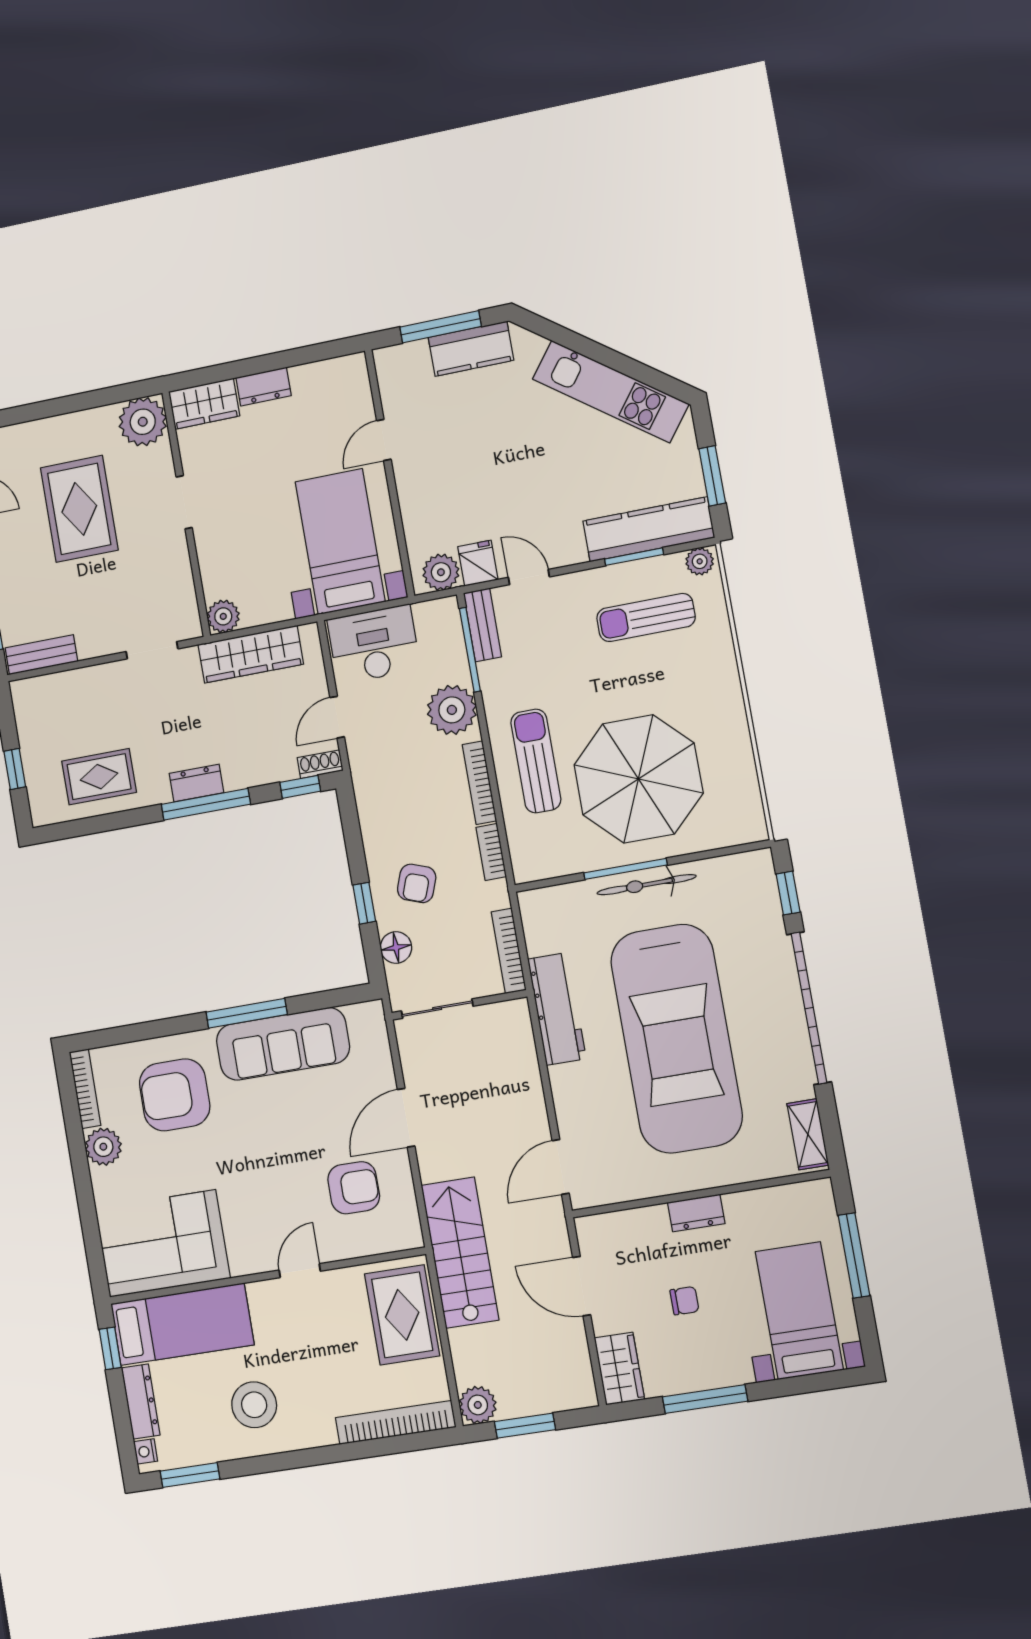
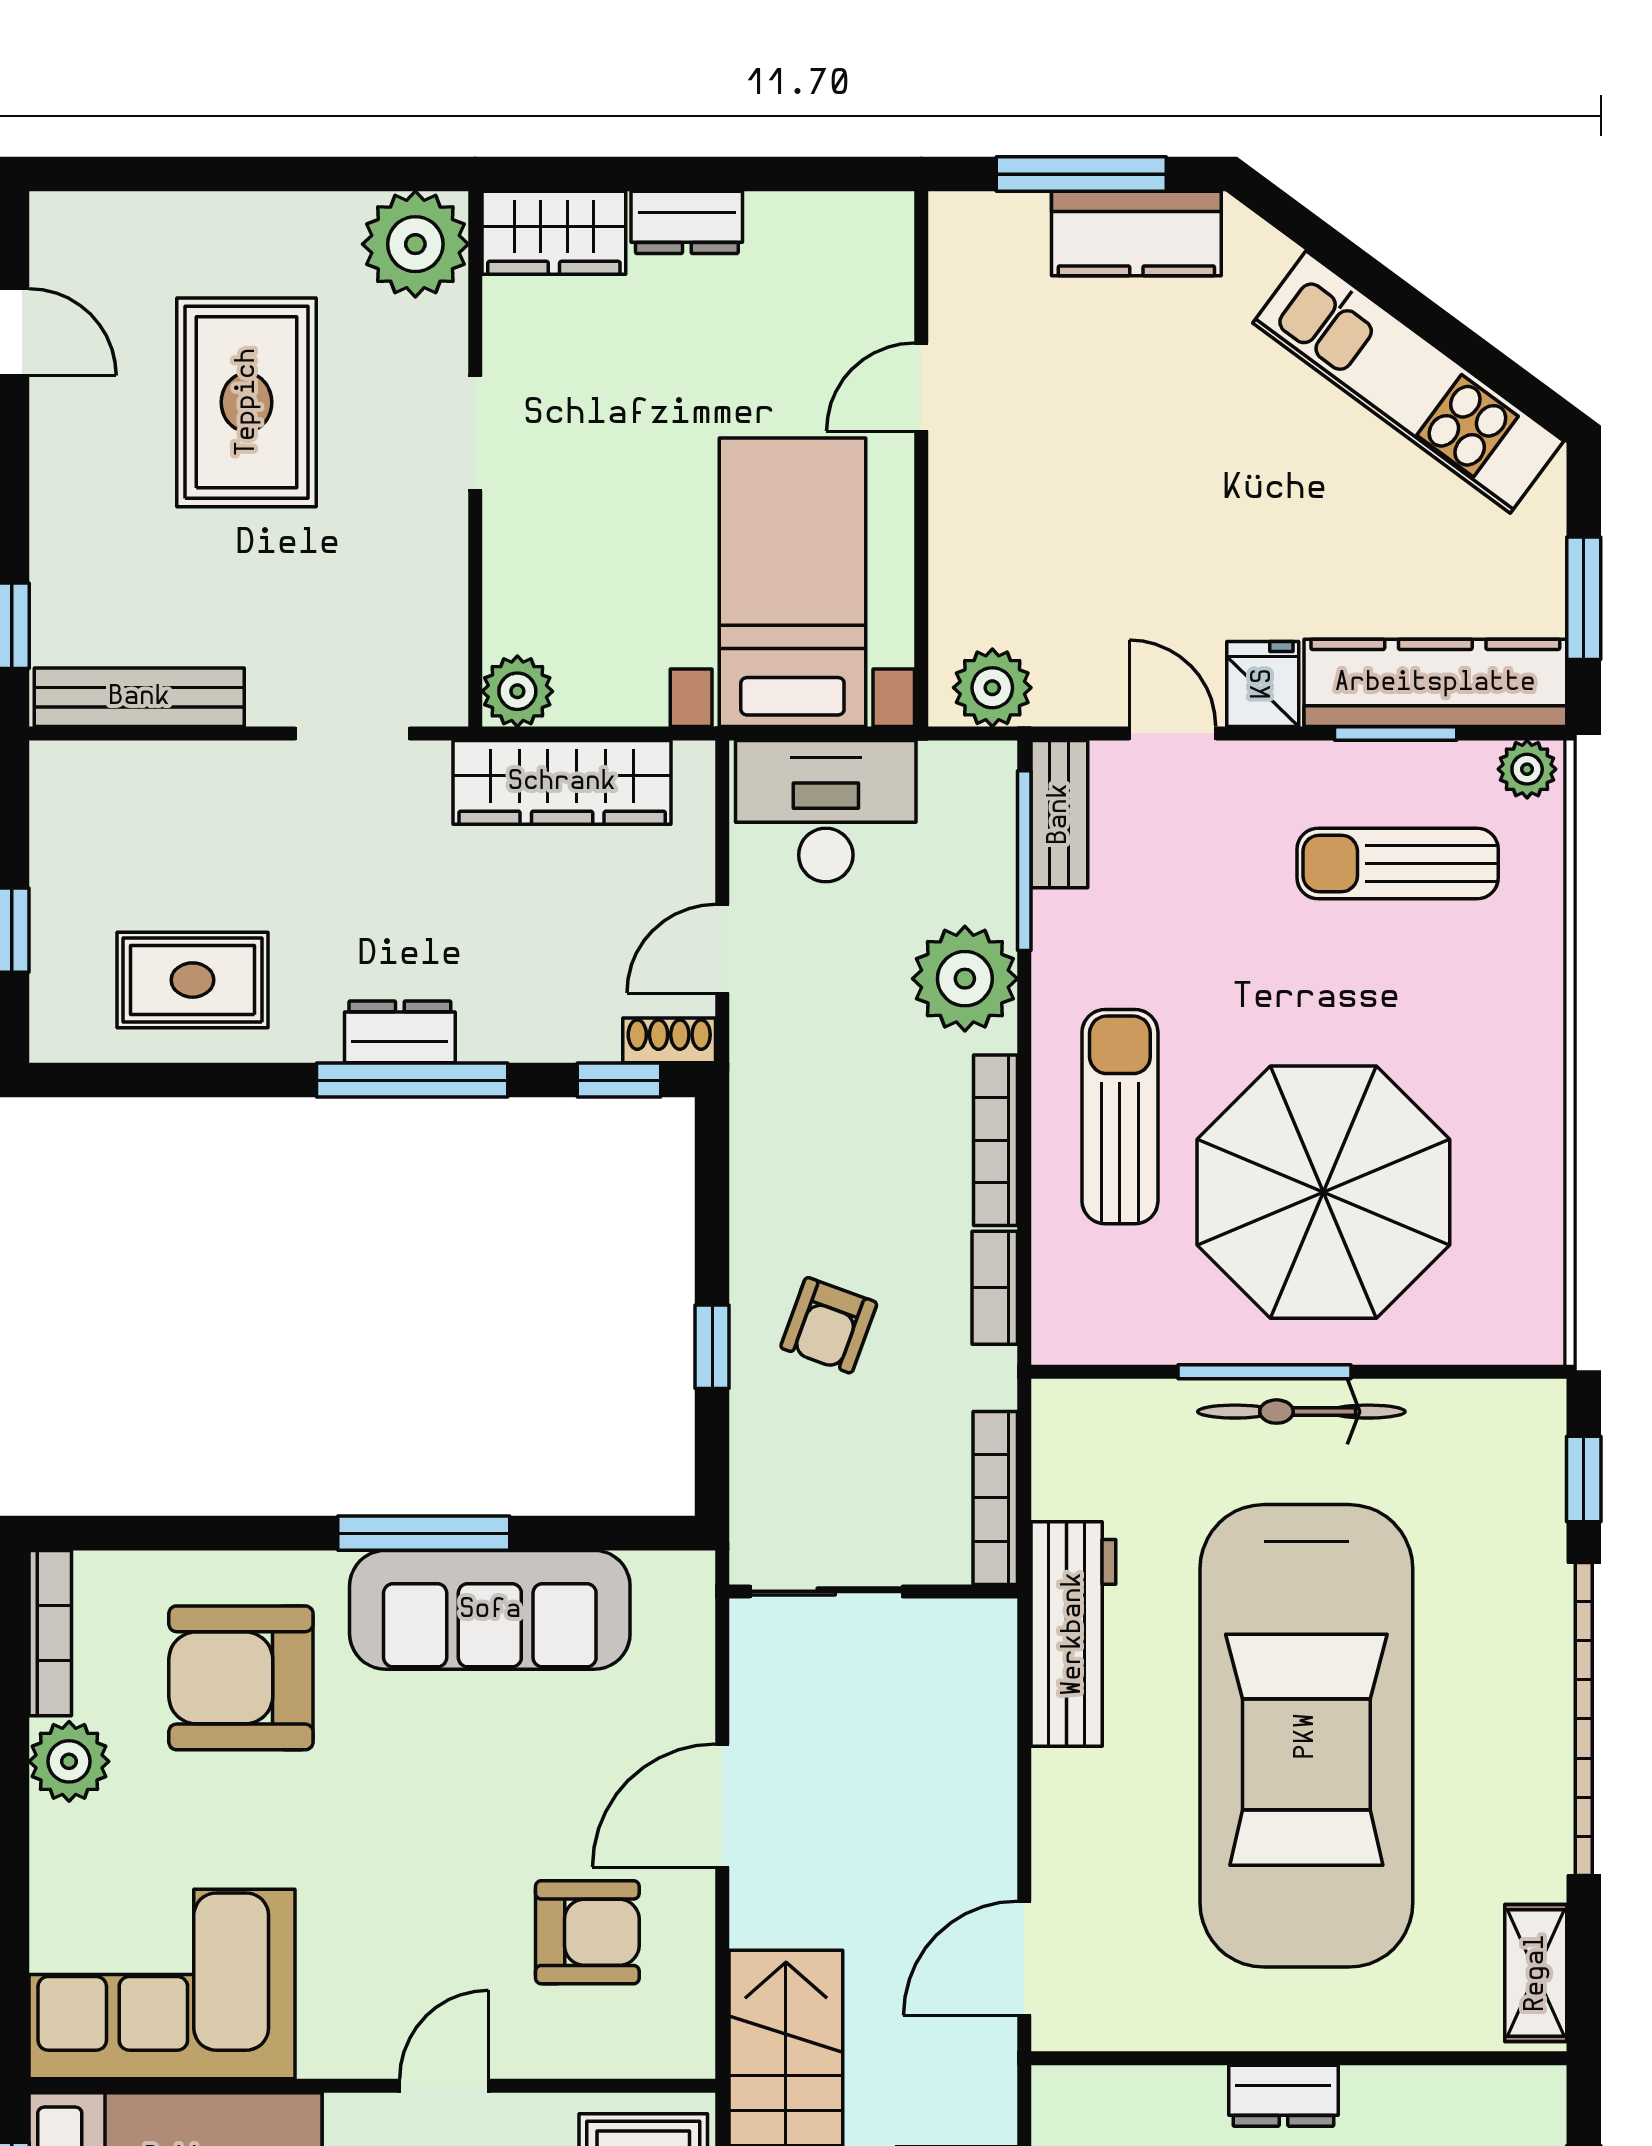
fridge: (478, 563) -> (1263, 684), moved
bench: (41, 655) -> (139, 697), width x1.36
floor lamp: (396, 947) -> (762, 1450), removed

